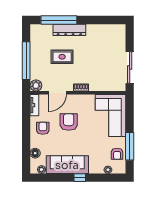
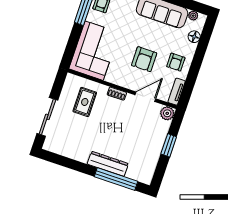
rug: (62, 57) -> (85, 102), moved, turned 90
window: (26, 61) -> (169, 145), width x0.47
sliding door: (130, 67) -> (47, 117), moved

